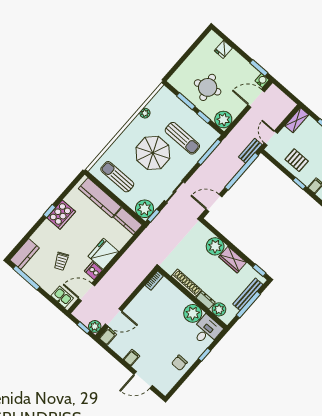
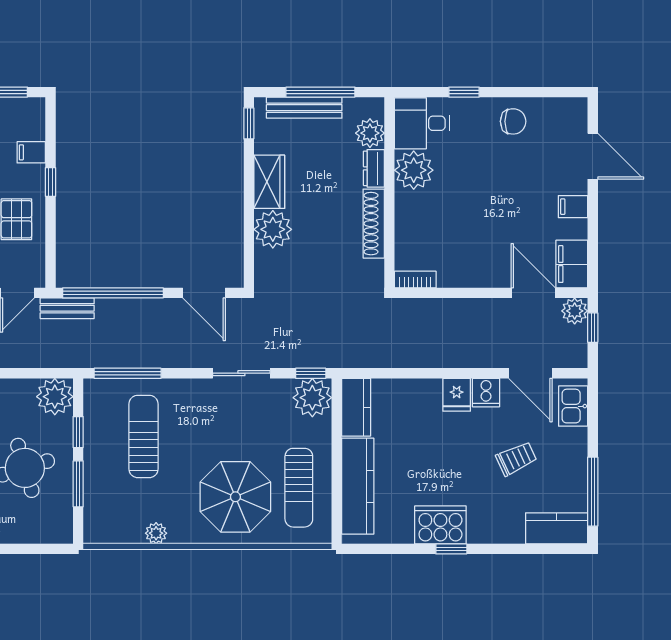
parasol: (153, 153) -> (235, 497), moved
fridge: (103, 254) -> (457, 395), width x0.53, depth x0.75
filing cabinet: (108, 336) -> (572, 264), width x2.00

